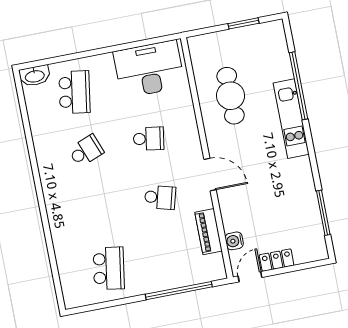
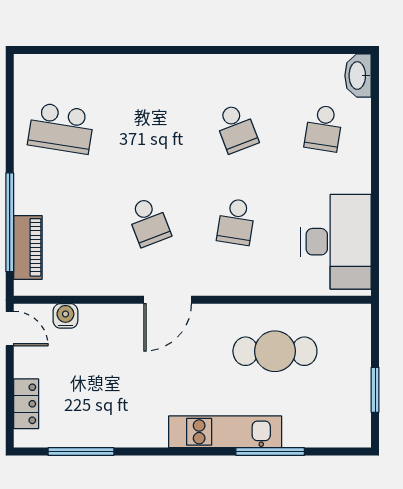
window: (299, 86) -> (270, 452), width x0.68
school desk: (74, 92) -> (324, 128), width x0.54
school desk: (160, 197) -> (149, 222), turned -36
piano: (208, 232) -> (28, 247), moved, turned 90
locker: (277, 260) -> (26, 404), moved

